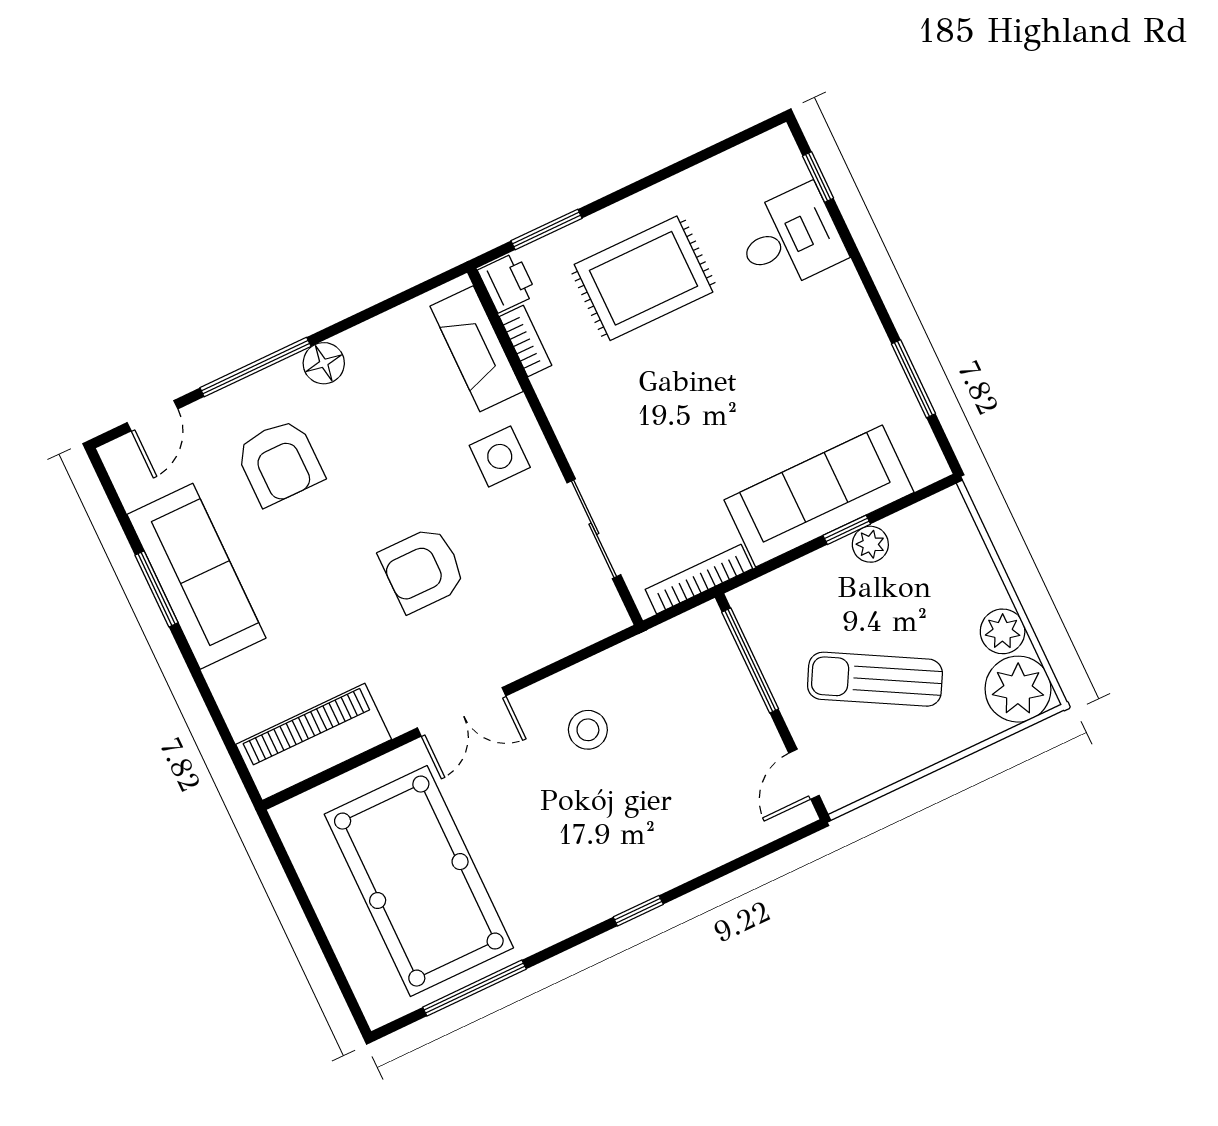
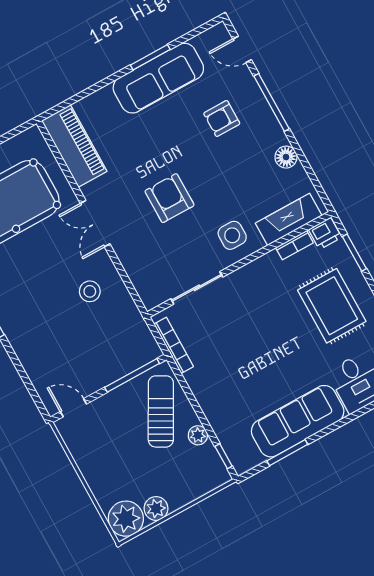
floor lamp: (324, 363) -> (286, 157), moved
armchair: (280, 462) -> (222, 118), width x0.72, depth x0.72
sofa: (819, 496) -> (298, 421), moved, turned -90
window: (847, 530) -> (224, 456), moved
sun lounger: (875, 679) -> (161, 411), moved

